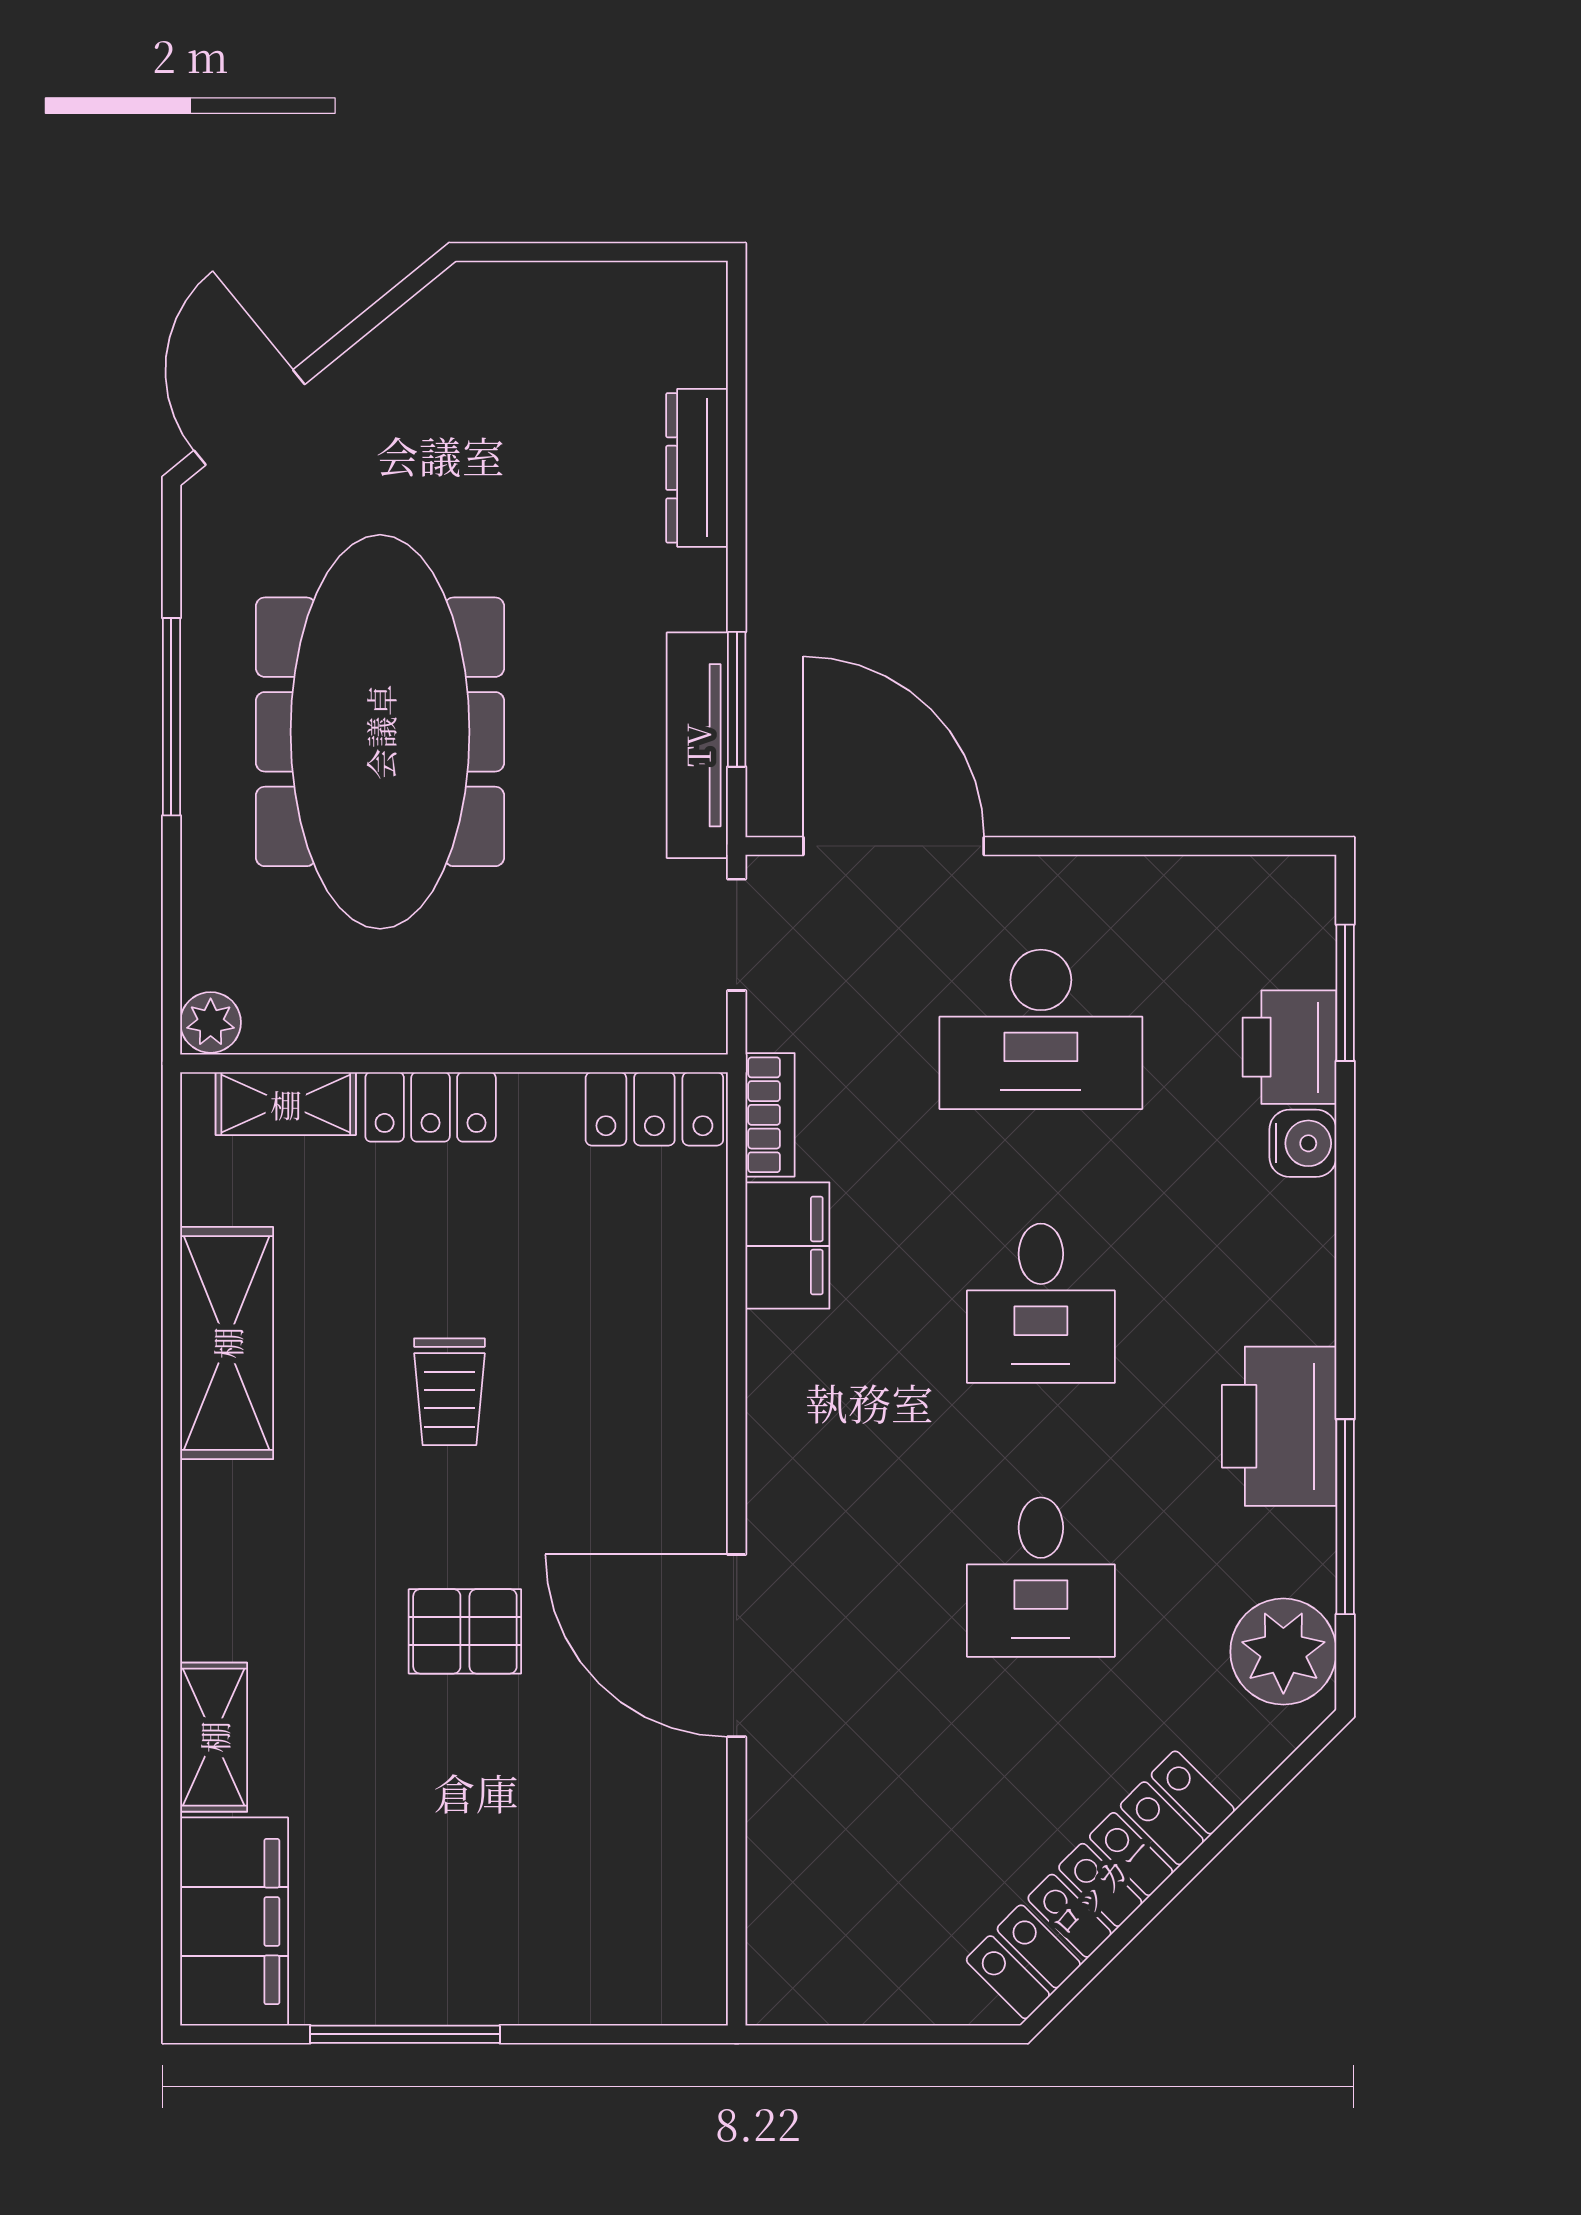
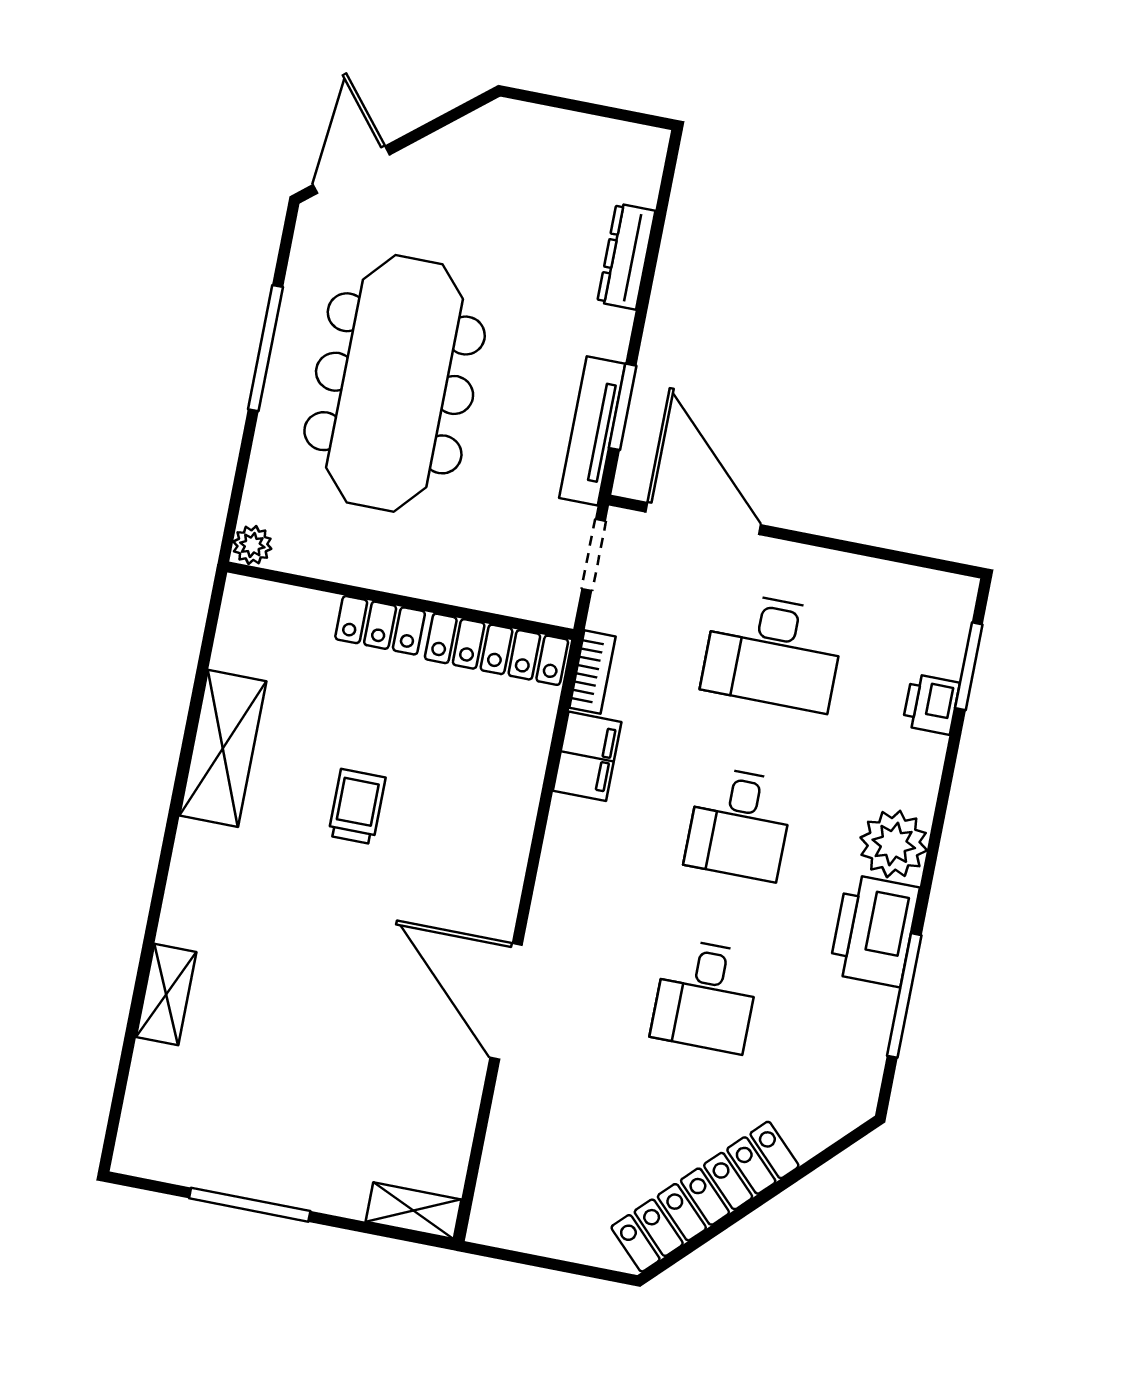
printer: (1290, 1047) -> (931, 704), width x0.73, depth x0.81
shelving: (286, 1104) -> (414, 1211), moved
locker: (654, 1109) -> (496, 649), width x1.53
water cooler: (1303, 1143) -> (924, 756), removed
trolley: (449, 1392) -> (357, 806), turned 180
pallet: (465, 1631) -> (337, 959), removed
plant: (1283, 1652) -> (894, 844), moved
filing cabinet: (234, 1922) -> (156, 1113), removed

